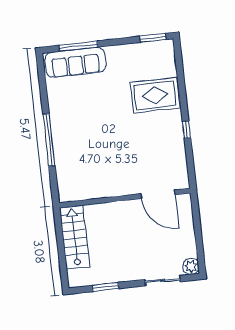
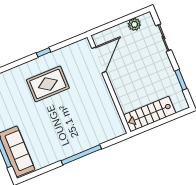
rug: (155, 95) -> (48, 84), moved, turned 90
plant: (191, 266) -> (134, 24), moved

